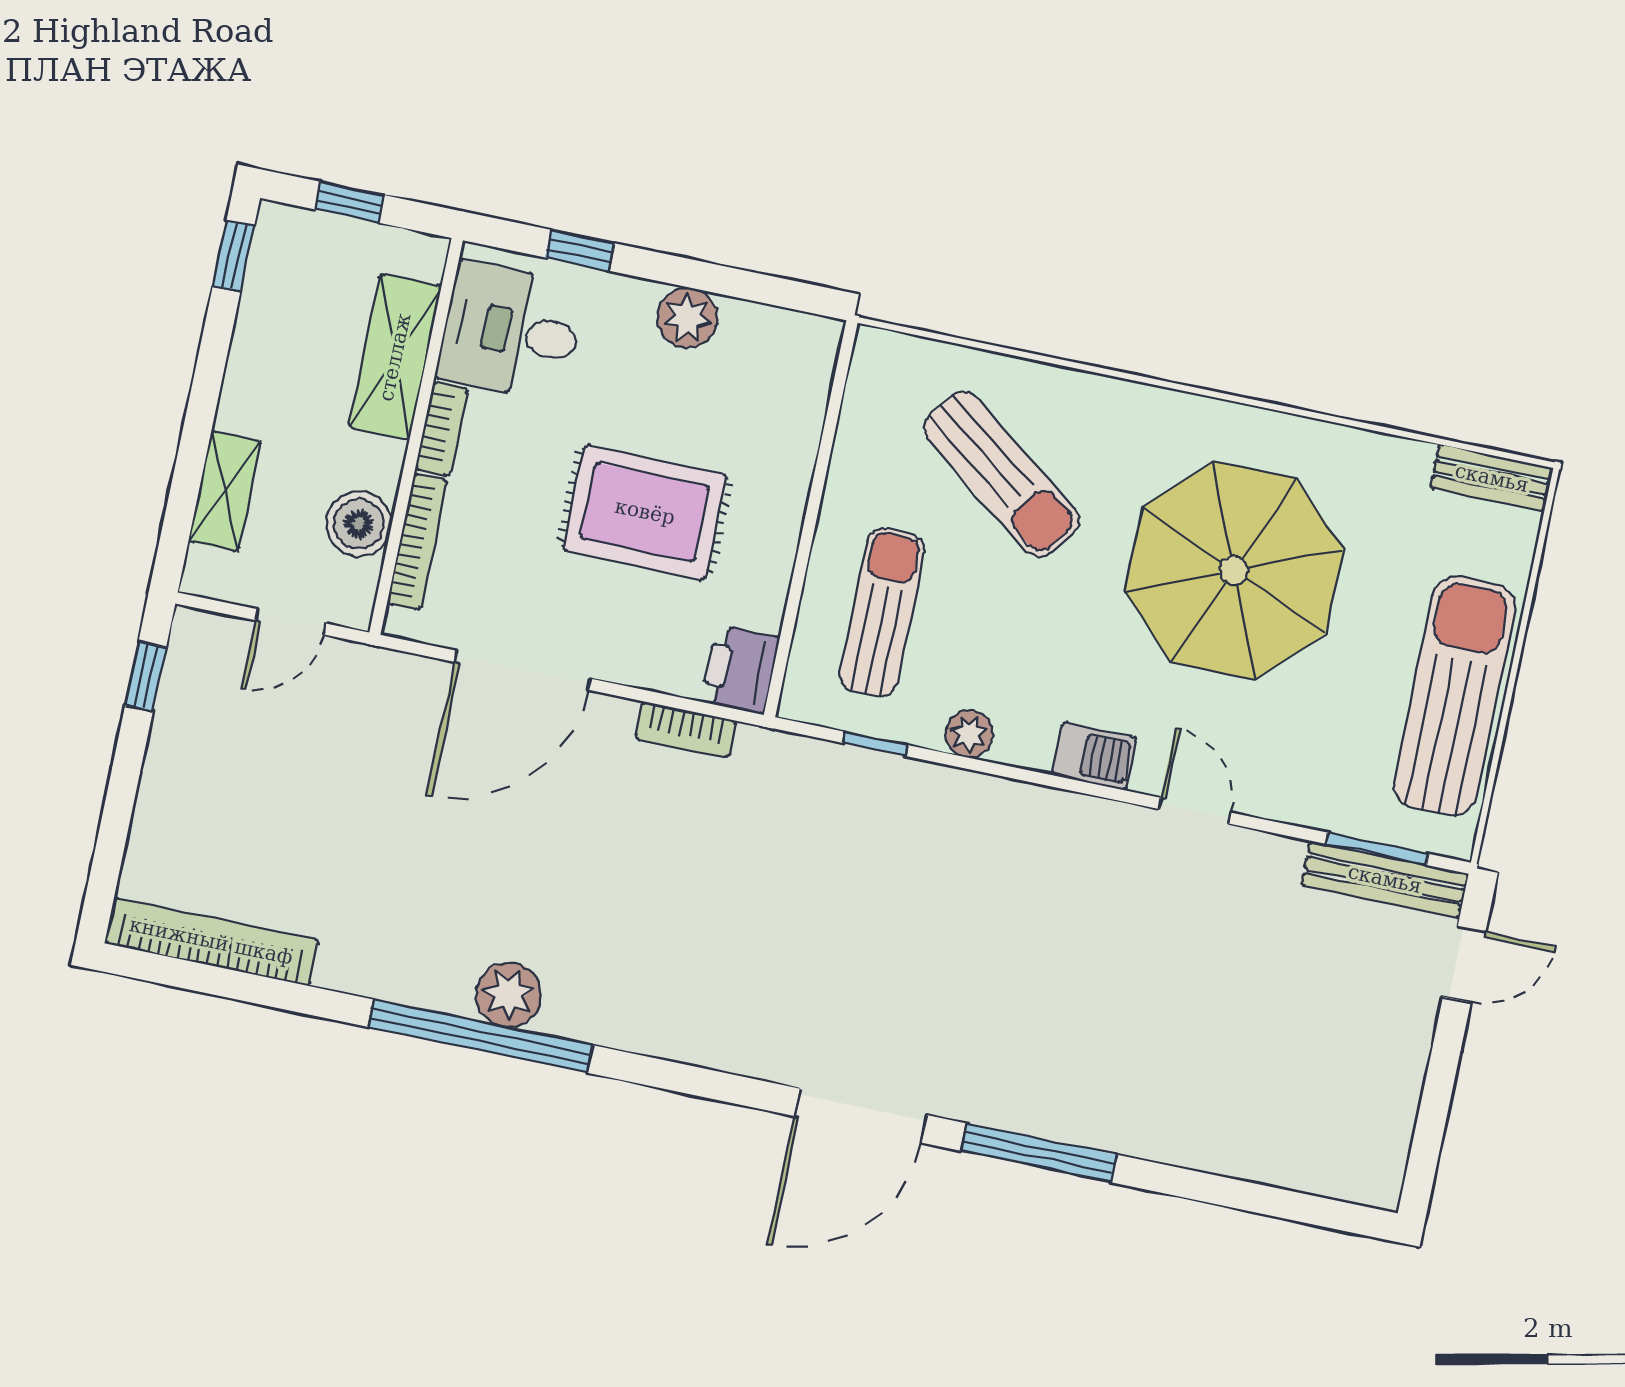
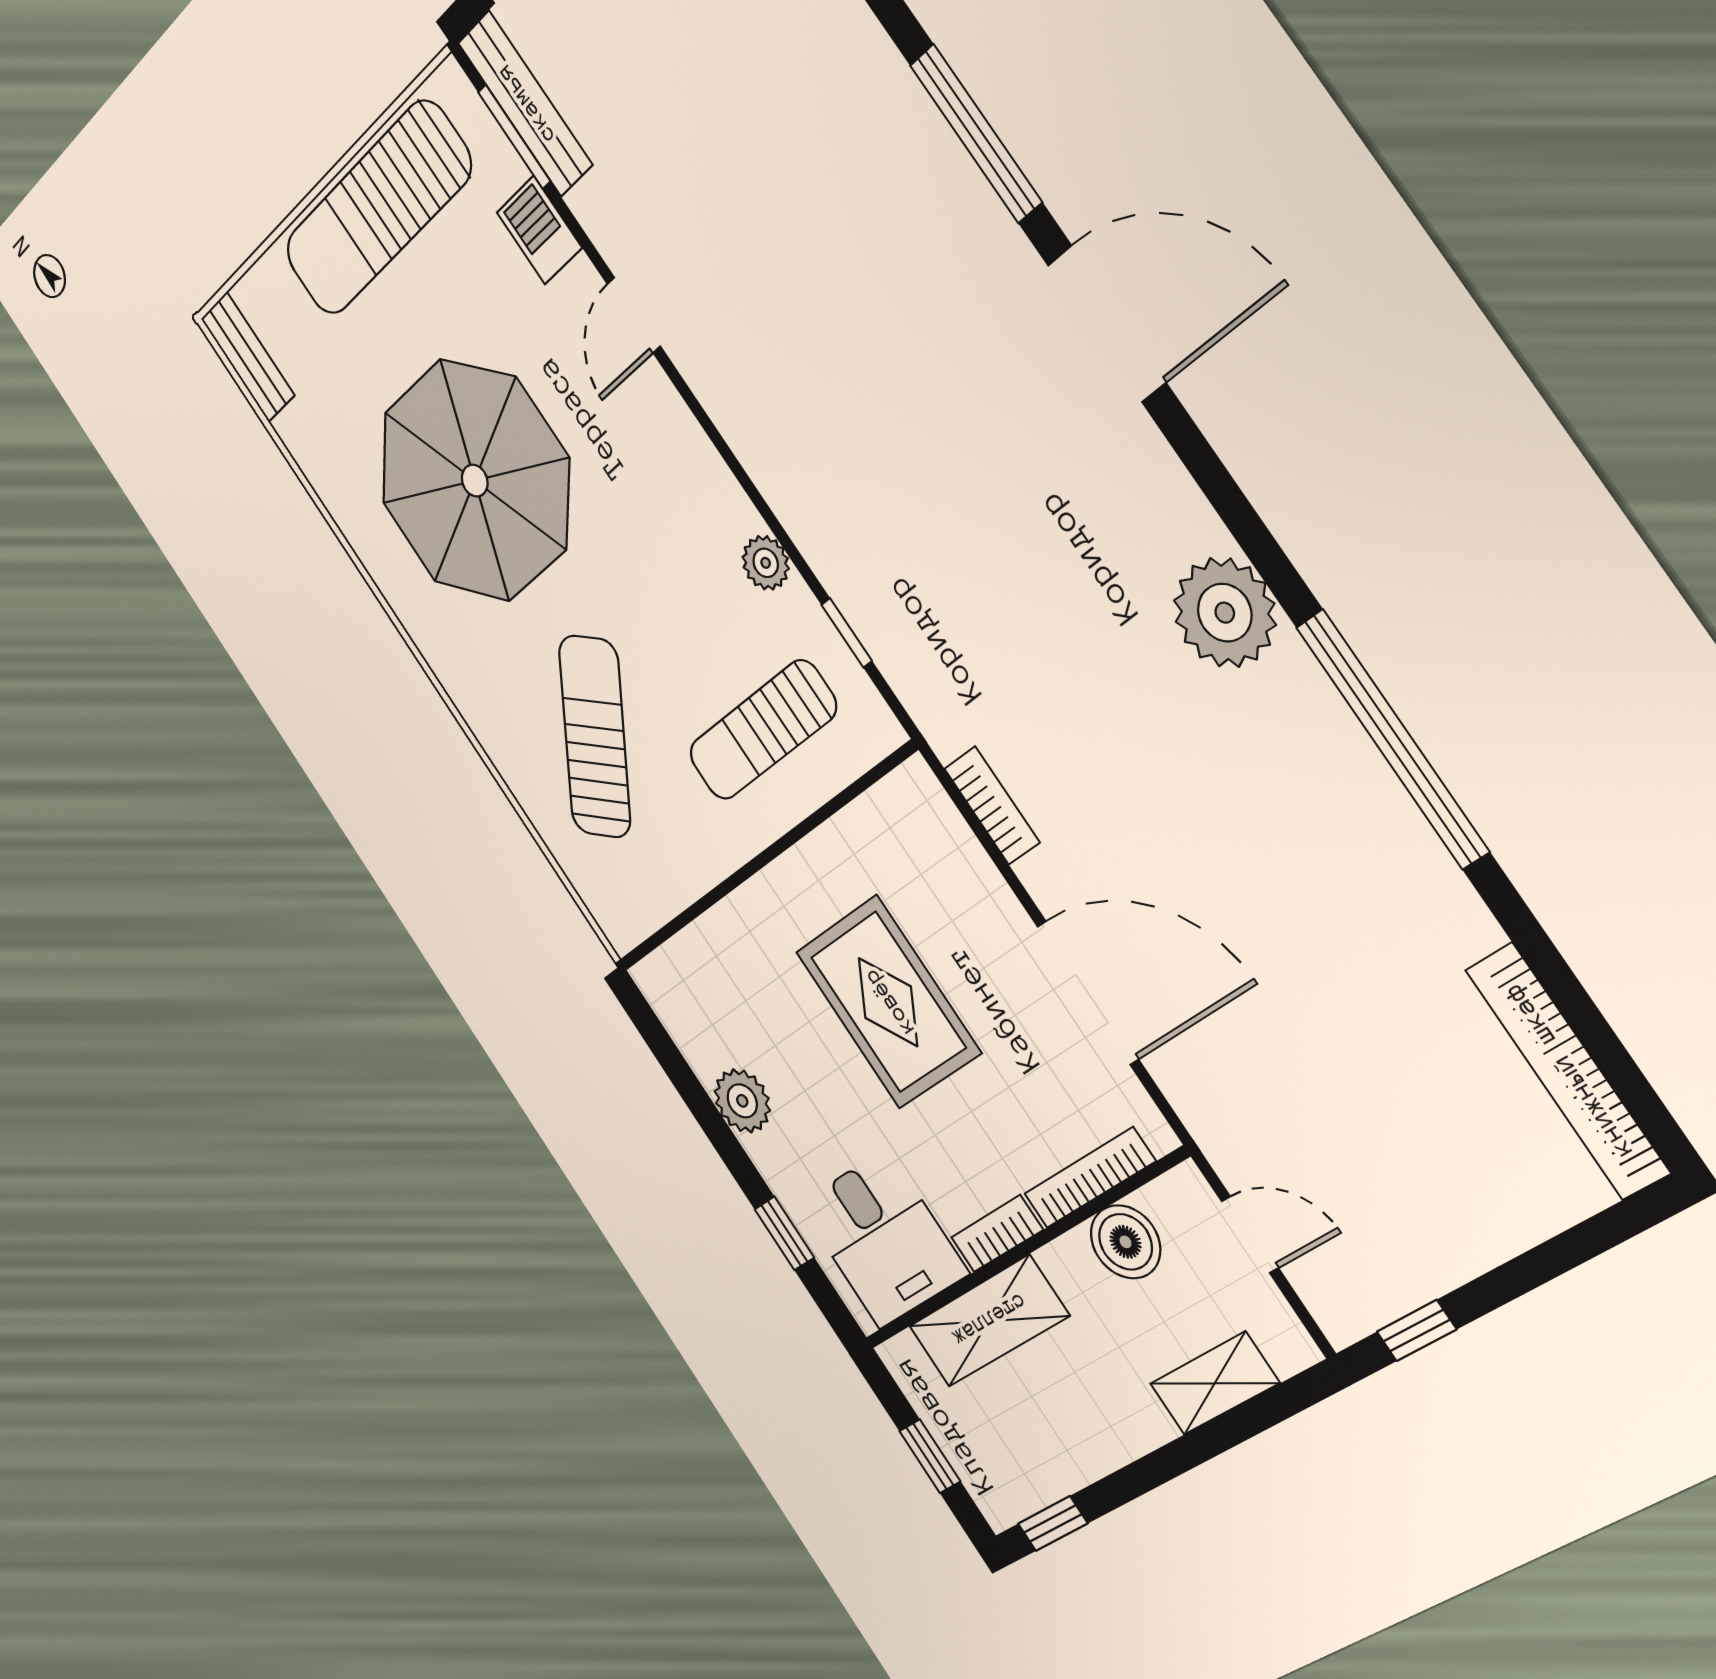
printer: (740, 670) -> (909, 805), removed
barbecue: (1094, 756) -> (539, 230), moved
plant: (509, 995) -> (1225, 613), moved, width x1.36, depth x1.36

